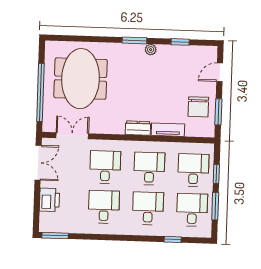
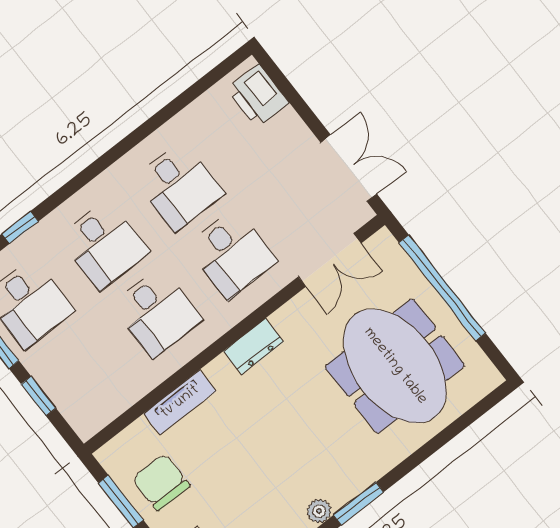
dresser: (138, 128) -> (254, 347), moved
double door: (38, 163) -> (349, 168), swing flipped
desk: (193, 170) -> (82, 371), removed
printer: (49, 200) -> (258, 96), moved
window: (55, 236) -> (220, 71), removed

